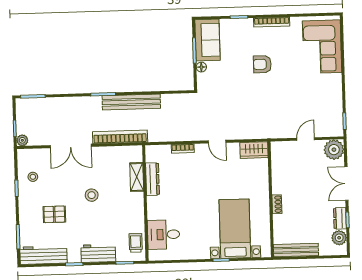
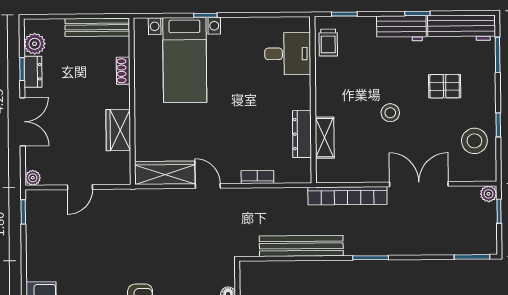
bench: (131, 102) -> (301, 246), moved
wardrobe: (254, 150) -> (165, 173), width x1.50
plant: (334, 150) -> (33, 178), width x0.53, depth x0.53
stool: (33, 177) -> (474, 141), width x1.89, depth x1.89
wardrobe: (280, 179) -> (118, 130), added
shoe rack: (277, 204) -> (123, 71), moved
workbench: (98, 253) -> (401, 28), moved

